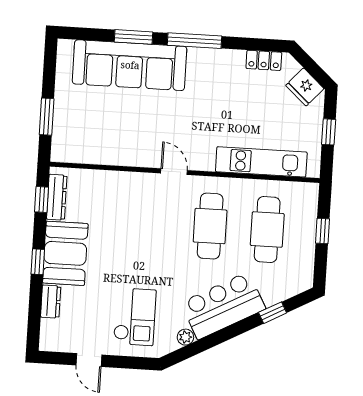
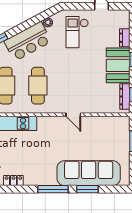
door: (174, 172) -> (73, 115), moved

